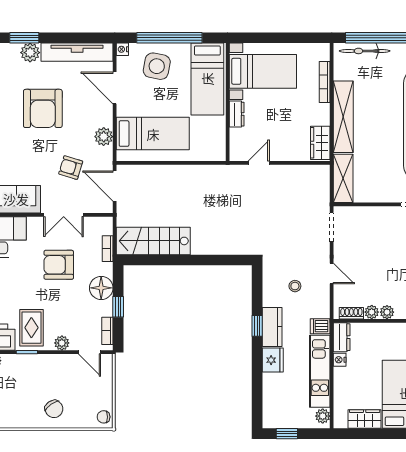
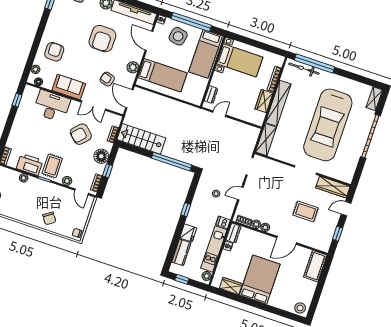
dresser: (237, 114) -> (211, 95), moved
wardrobe: (320, 143) -> (264, 101), moved
window: (211, 260) -> (172, 162), added
armchair: (59, 265) -> (81, 134), turned -46
door: (332, 274) -> (240, 194), swing flipped
kitchen counter: (272, 327) -> (181, 252), moved

